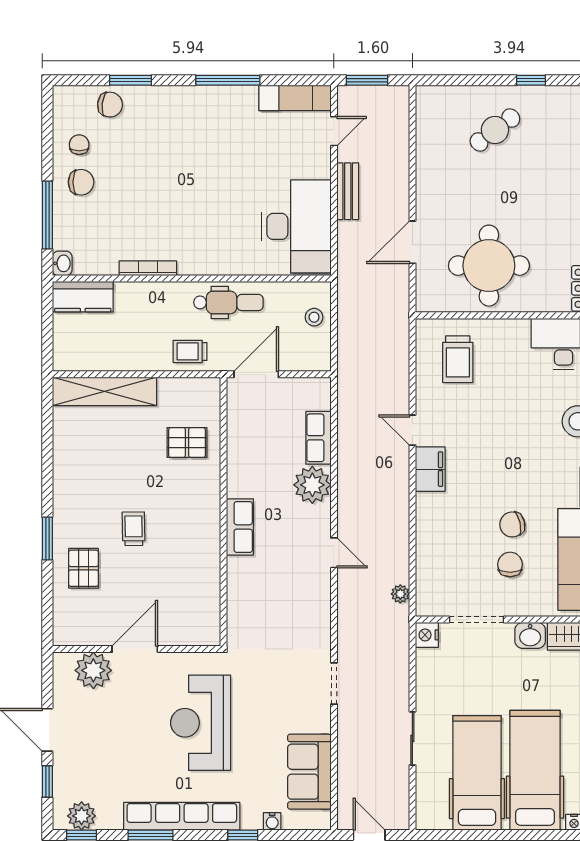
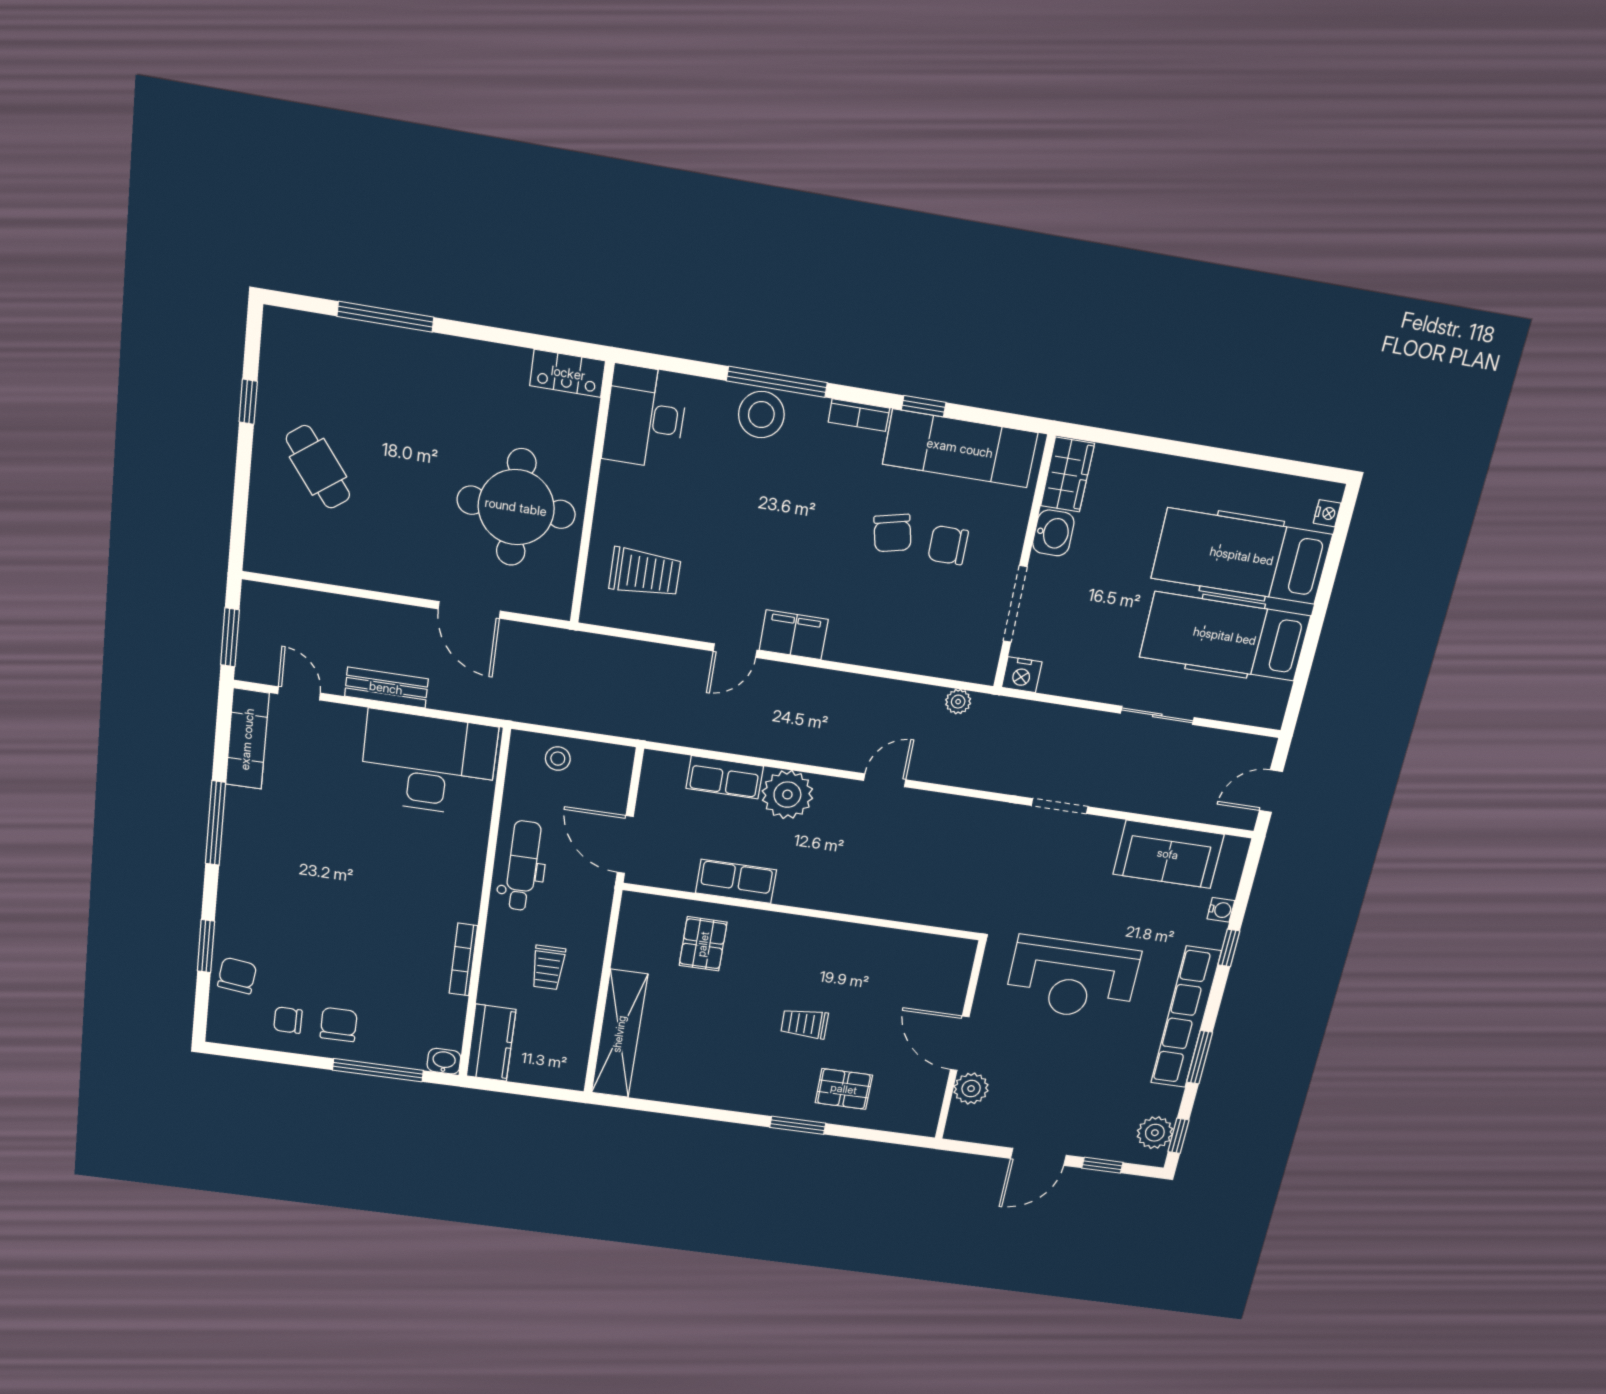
trolley: (190, 351) -> (548, 967), moved
row of seats: (240, 527) -> (736, 881), moved
plant: (93, 670) -> (971, 1089), width x0.73, depth x0.73

